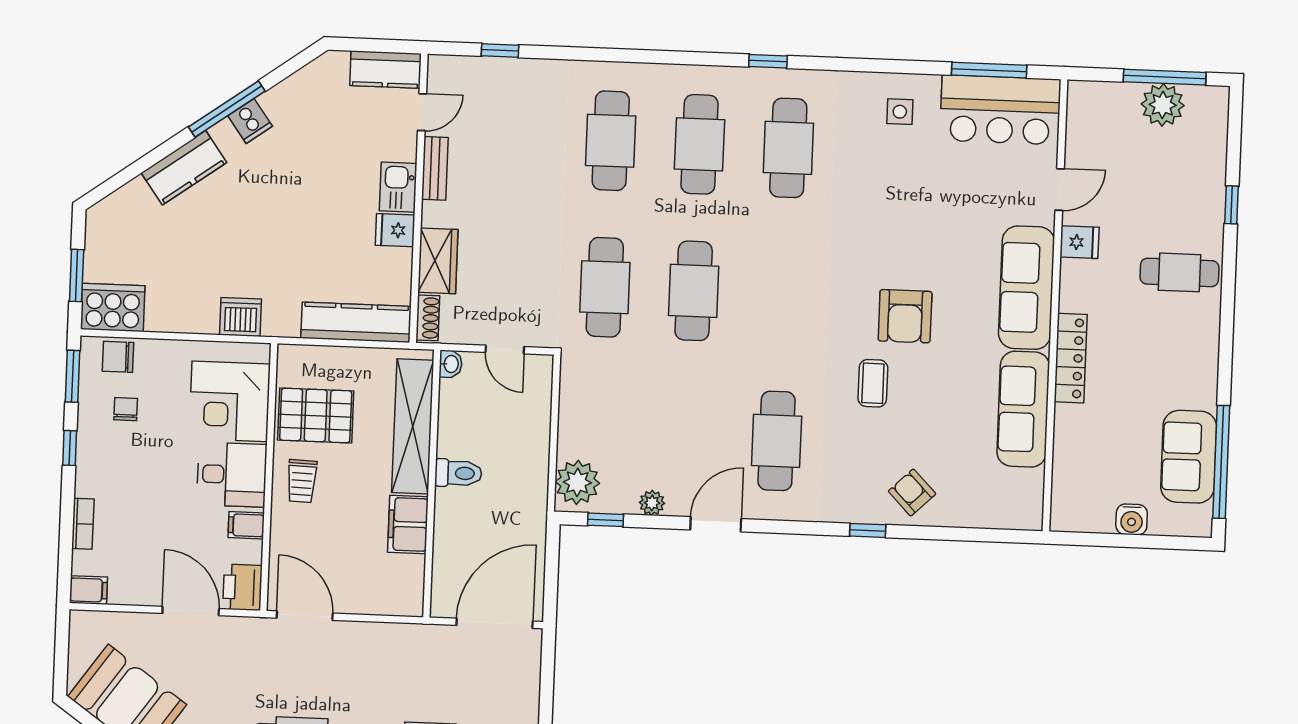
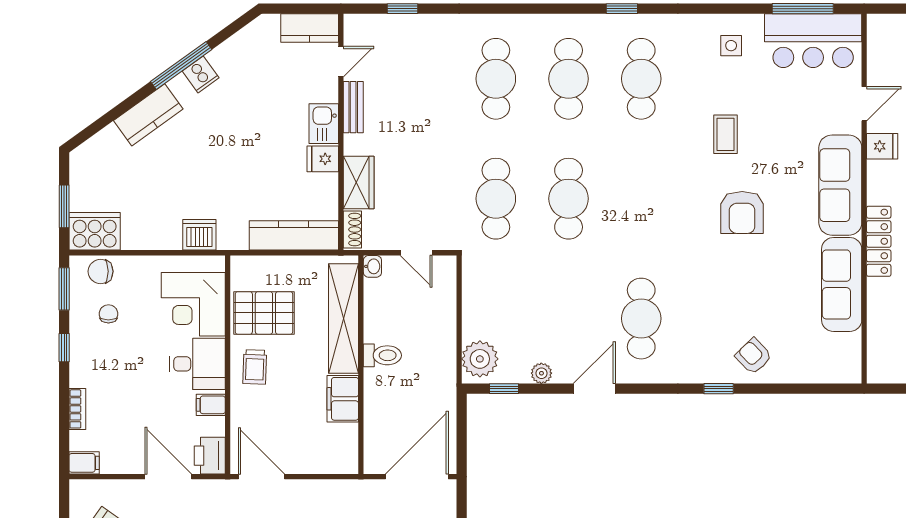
coffee table: (873, 383) -> (726, 134), moved

